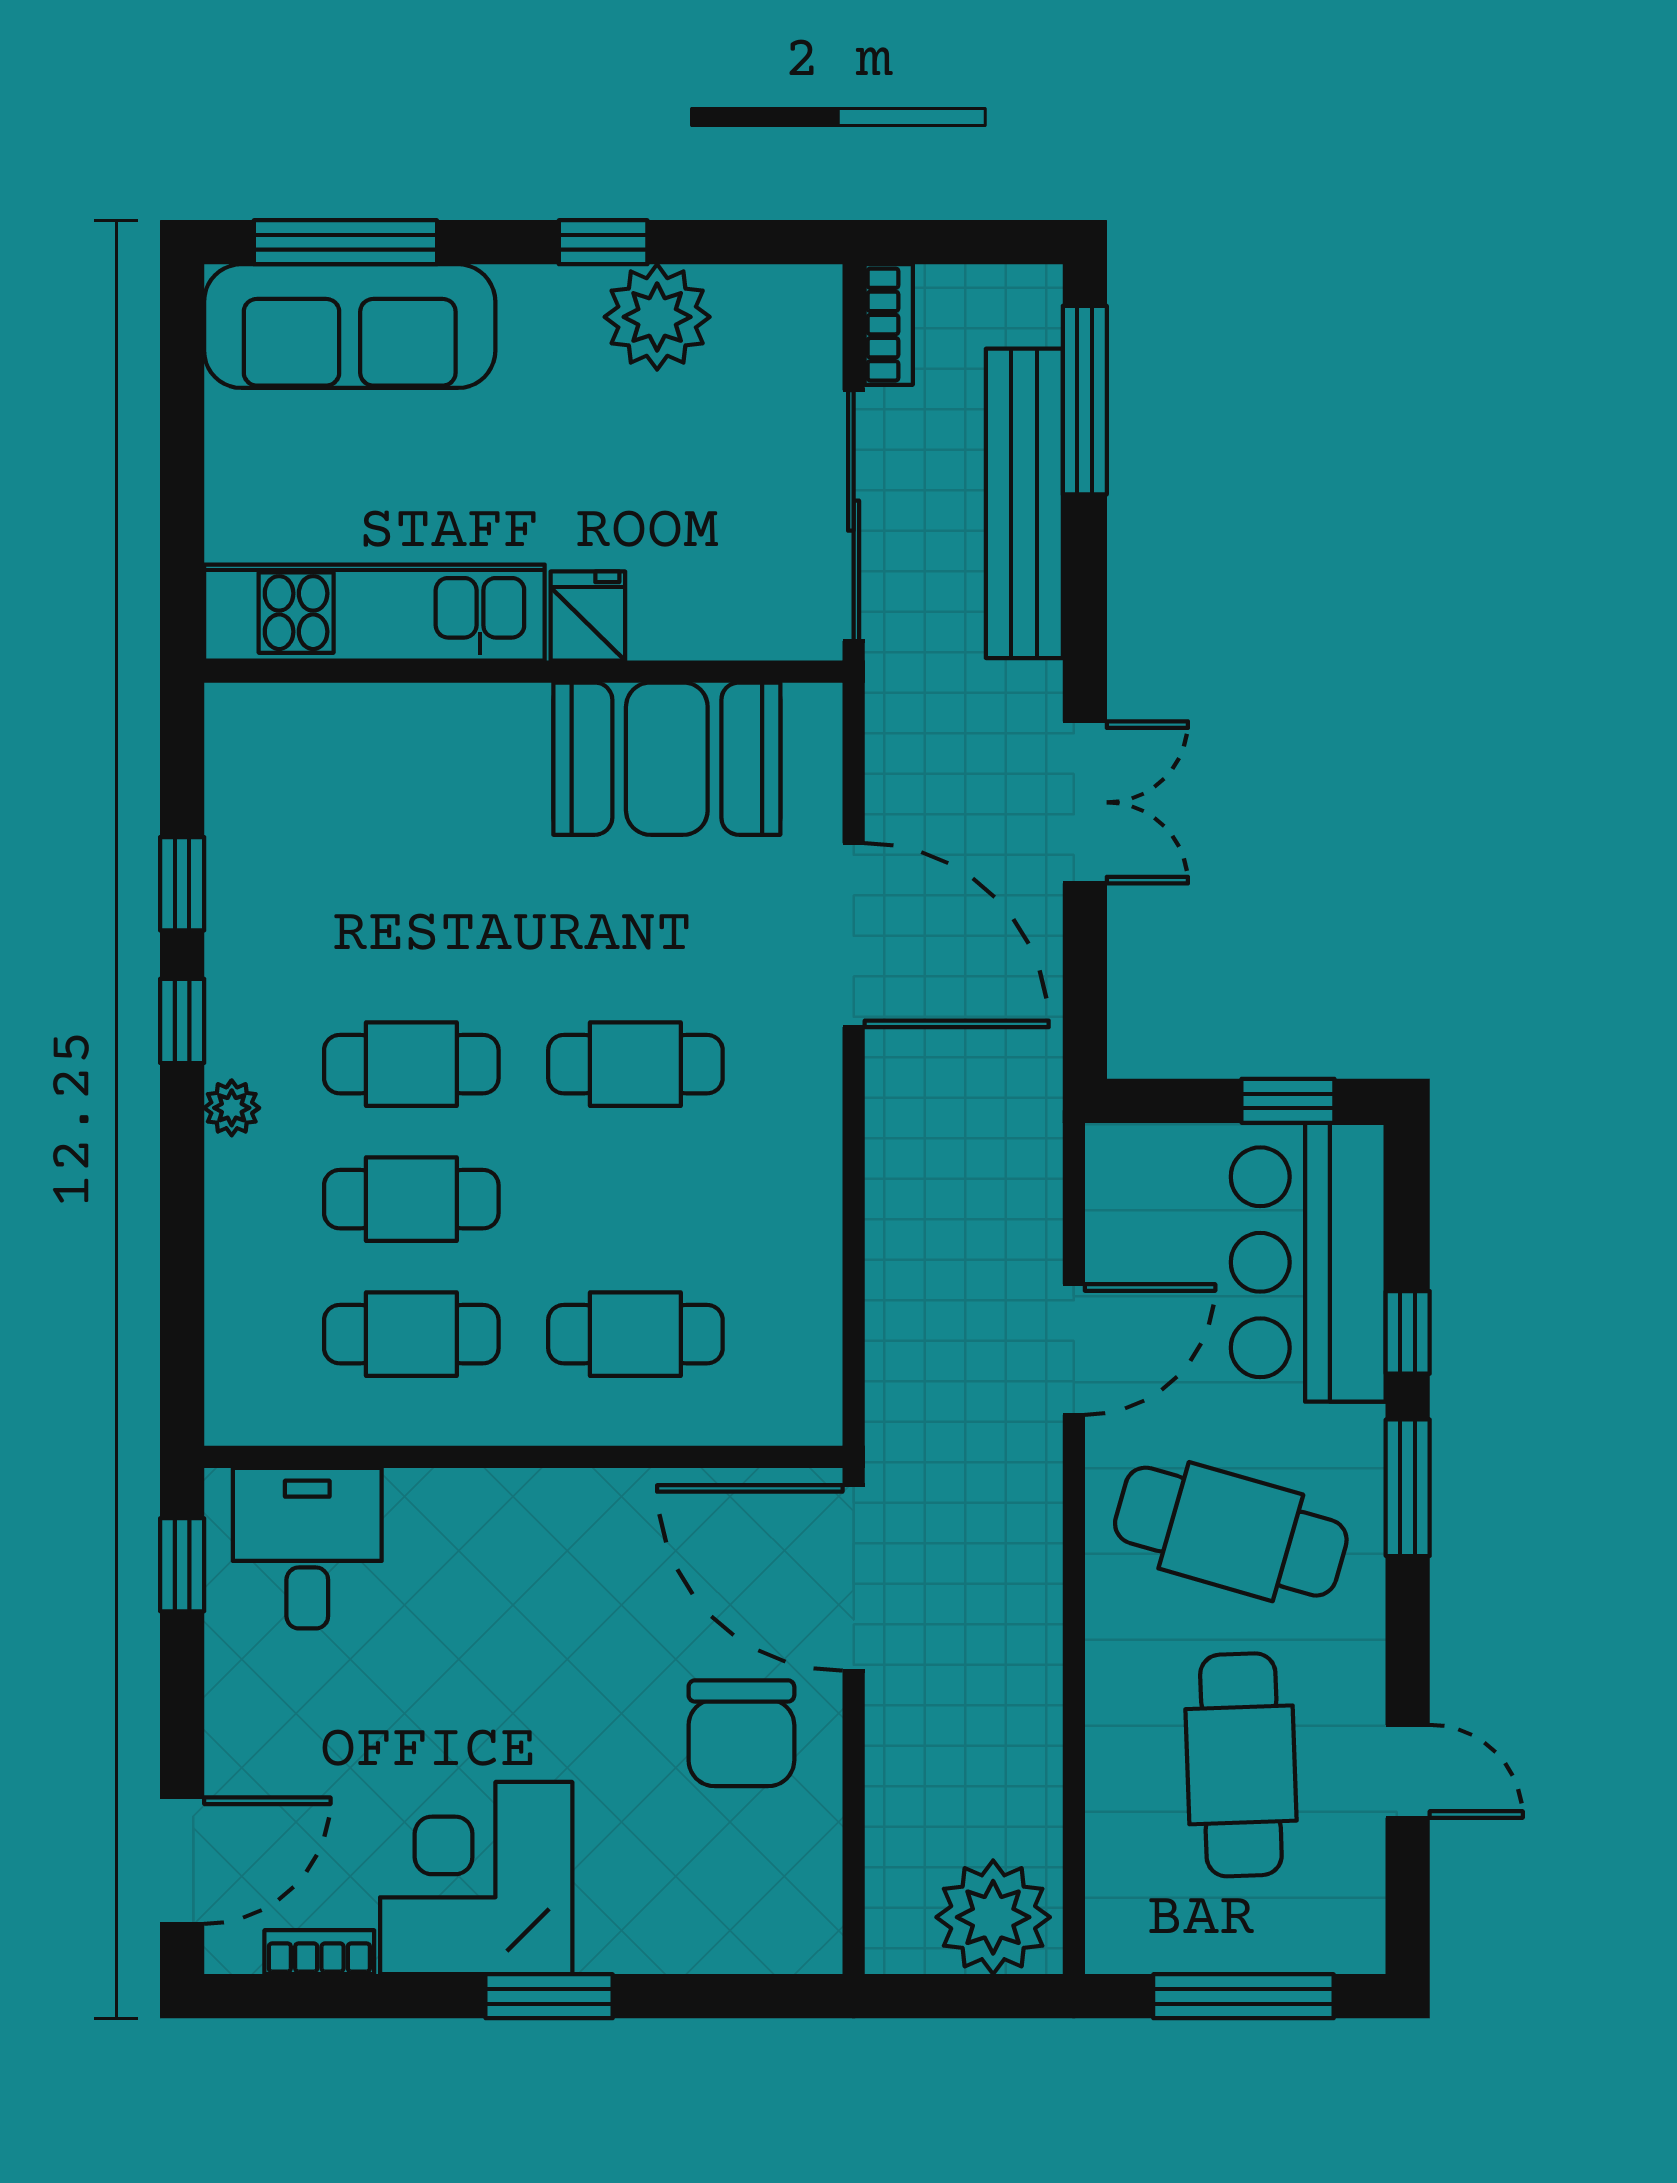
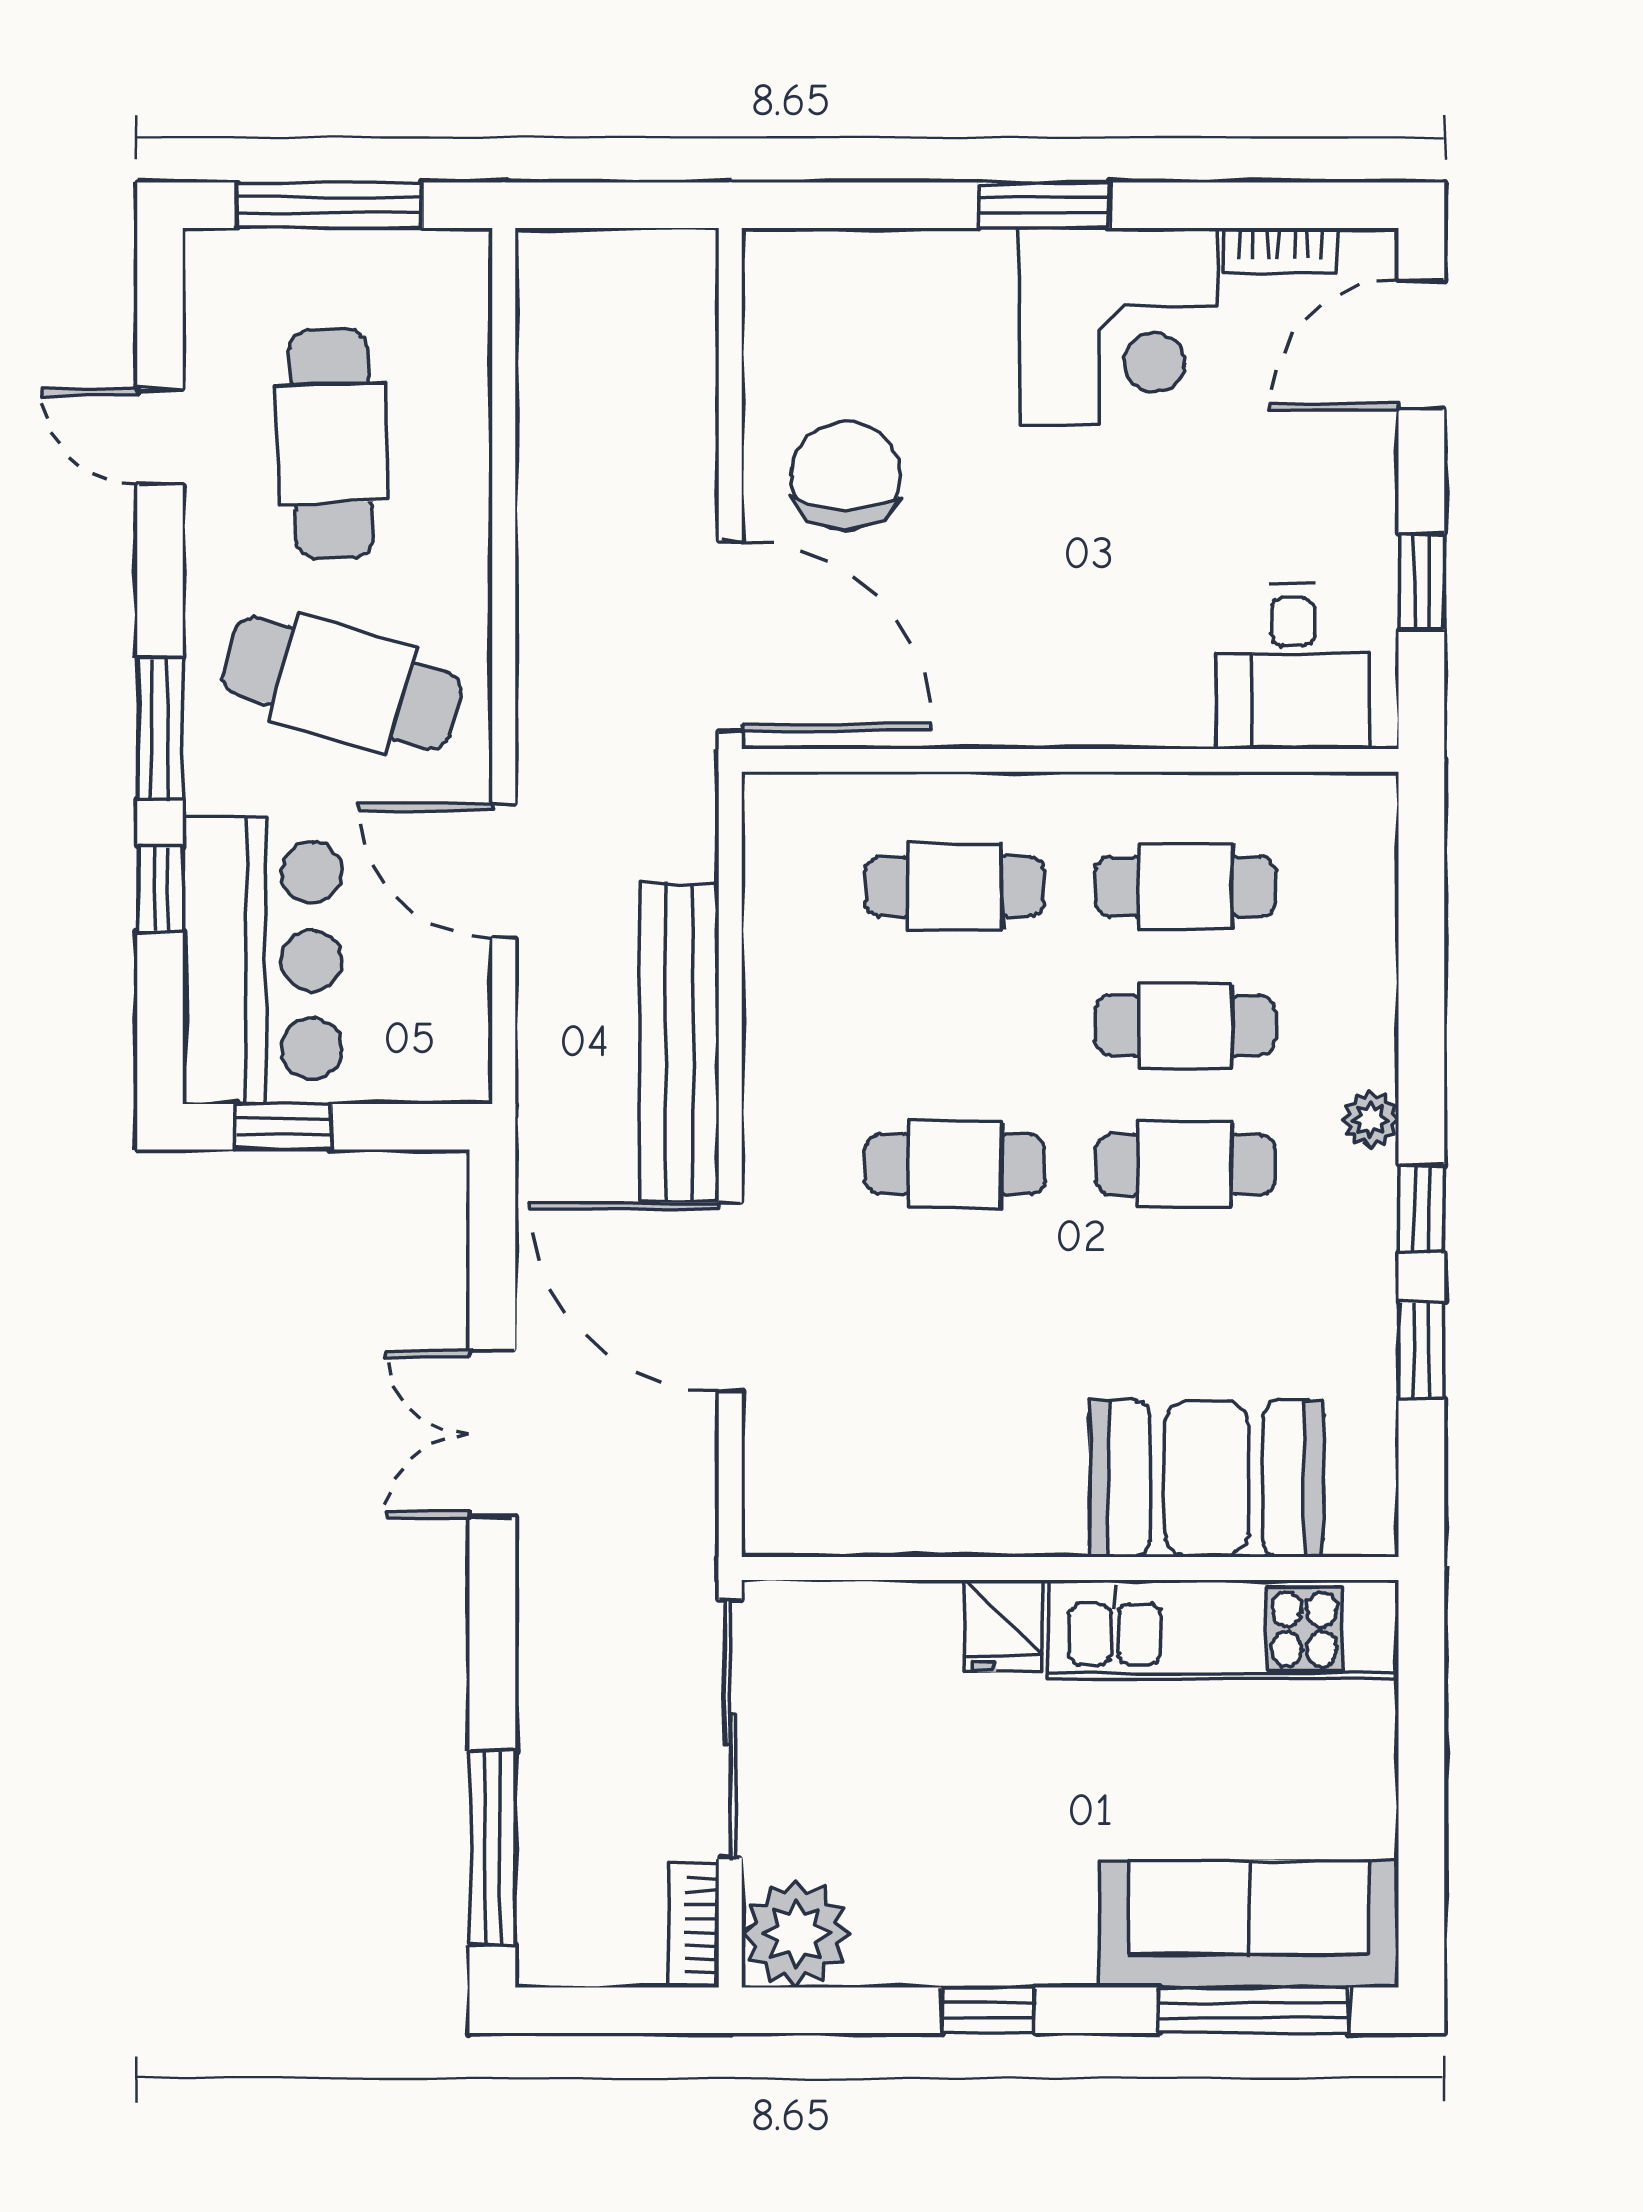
plant: (657, 317) -> (796, 1933), moved
bench: (1024, 503) -> (679, 1042), moved
booth: (667, 759) -> (1206, 1479), moved
door: (1074, 1350) -> (504, 871), hinge flipped
window: (182, 1565) -> (1421, 582), moved
plant: (993, 1917) -> (587, 286), removed

